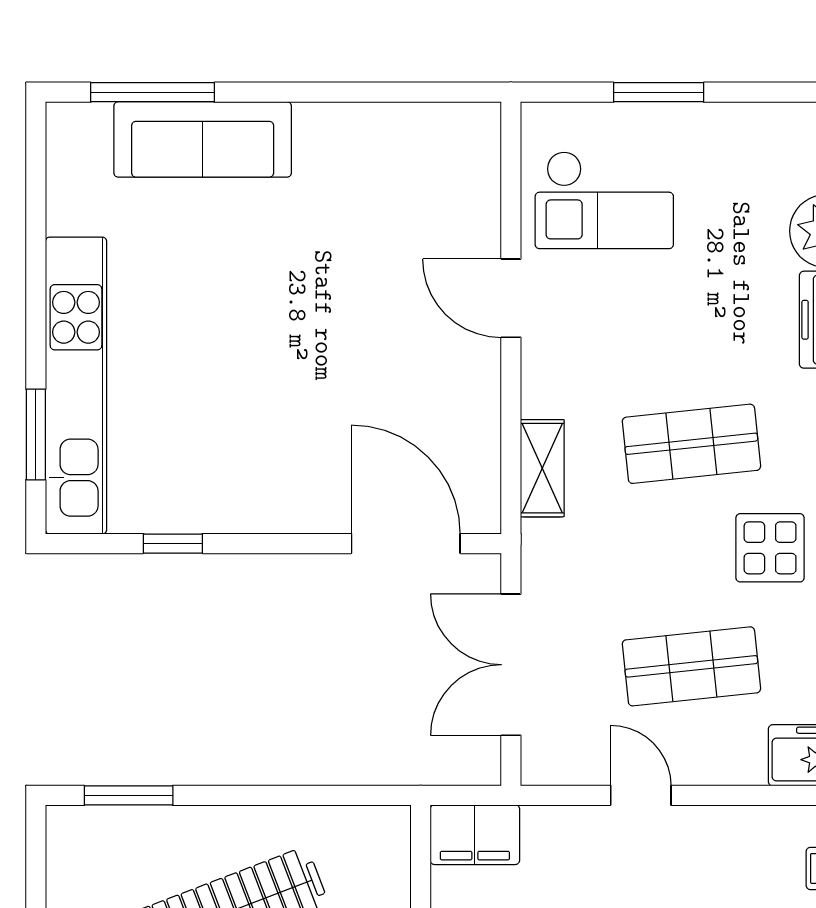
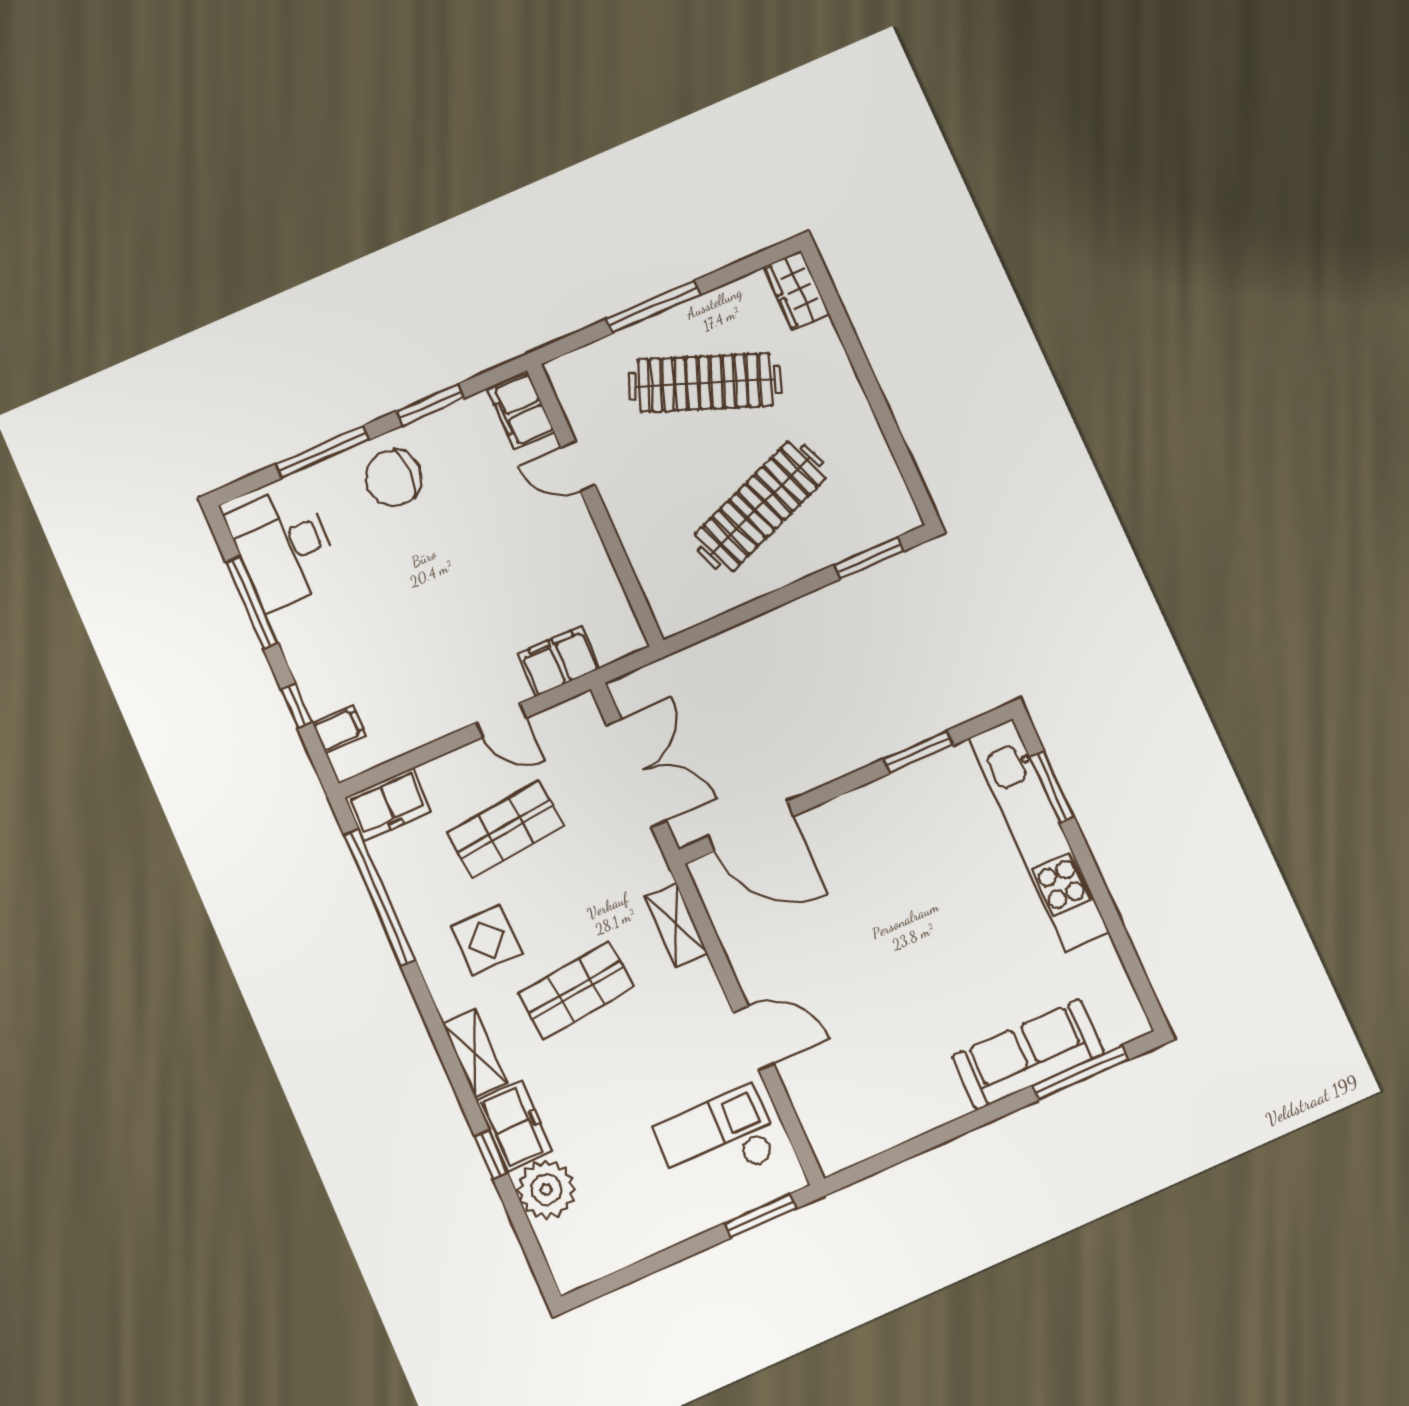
window: (659, 92) -> (760, 1216), moved
window: (173, 544) -> (918, 752), width x1.50
filing cabinet: (475, 835) -> (559, 661), moved

